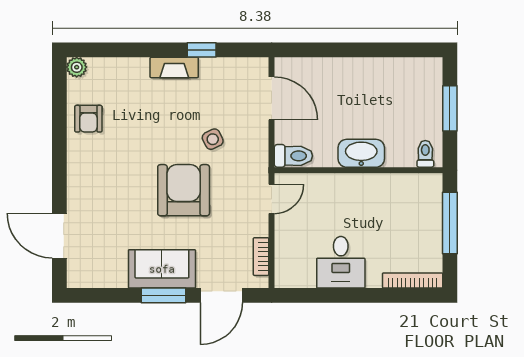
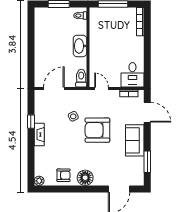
floor lamp: (83, 164) -> (85, 178), added
desk: (341, 262) -> (132, 75), moved, turned 90
window: (164, 295) -> (147, 162), moved

